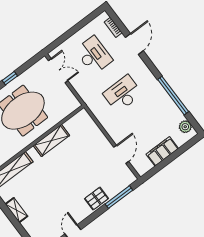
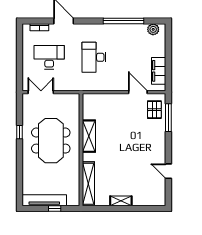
filing cabinet: (162, 151) -> (159, 71), moved
pallet: (96, 199) -> (154, 110), moved

